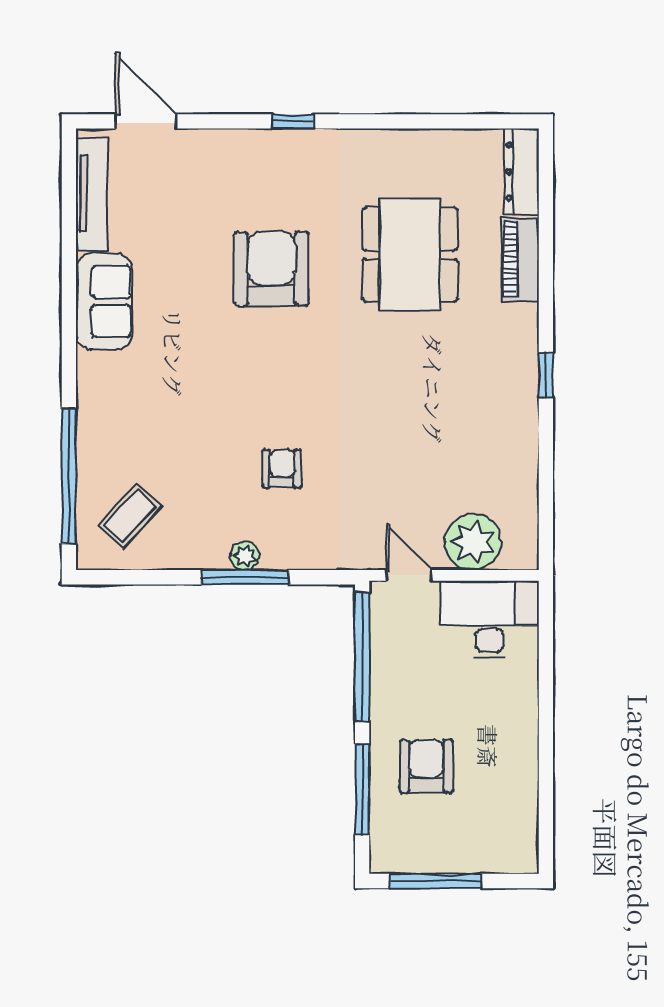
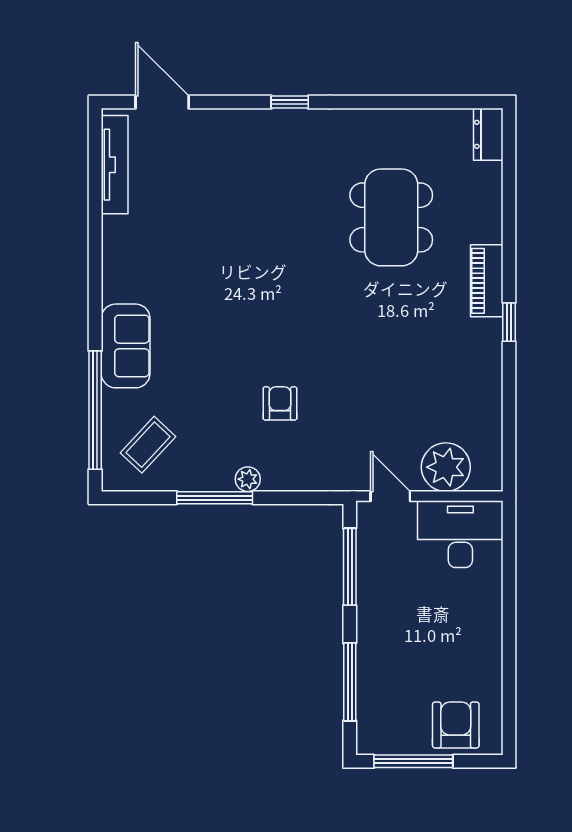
dresser: (522, 172) -> (488, 134), width x0.70
piano: (520, 259) -> (487, 281), moved
armchair: (271, 269) -> (271, 230), removed
sofa: (104, 301) -> (126, 346), moved
window: (245, 577) -> (215, 498), moved
window: (362, 657) -> (350, 567), width x0.68
armchair: (426, 766) -> (456, 725), moved

